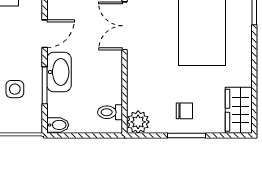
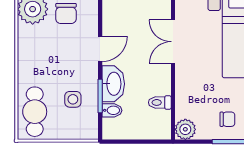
toilet: (110, 112) -> (160, 102), moved
bidet: (58, 125) -> (112, 110), moved

